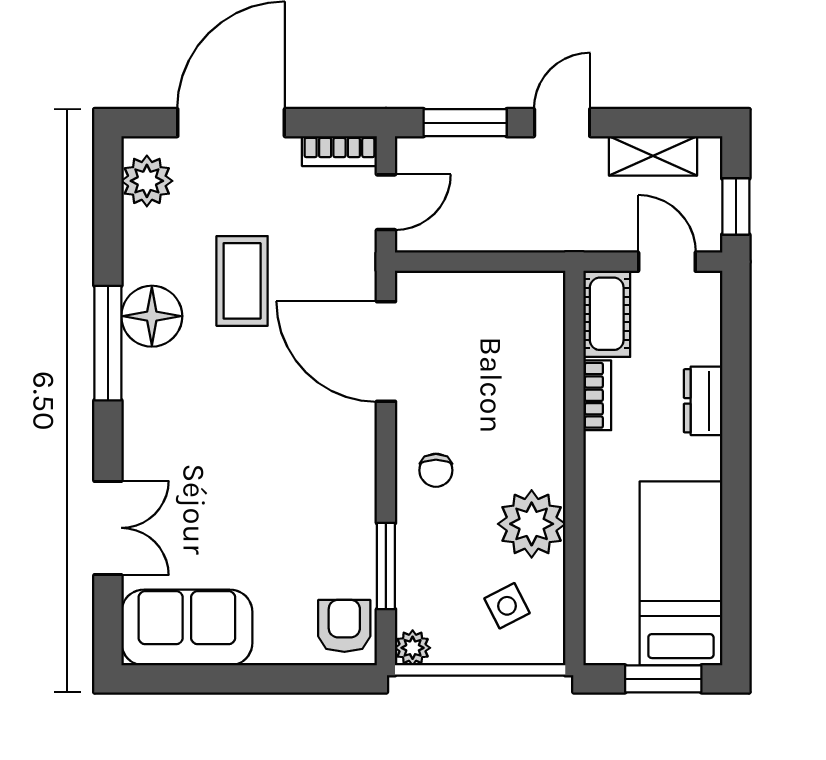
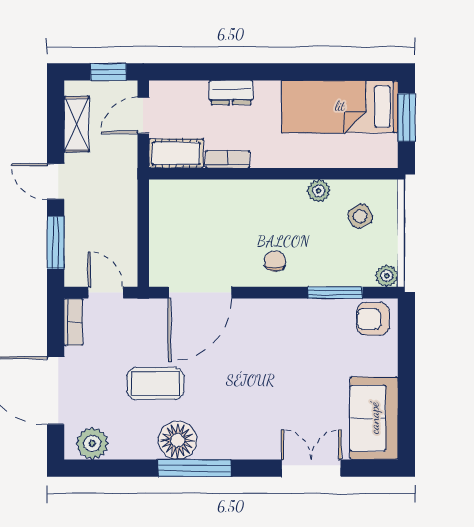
chair: (436, 470) -> (275, 261), turned -90
plant: (532, 524) -> (319, 191), width x0.53, depth x0.53

